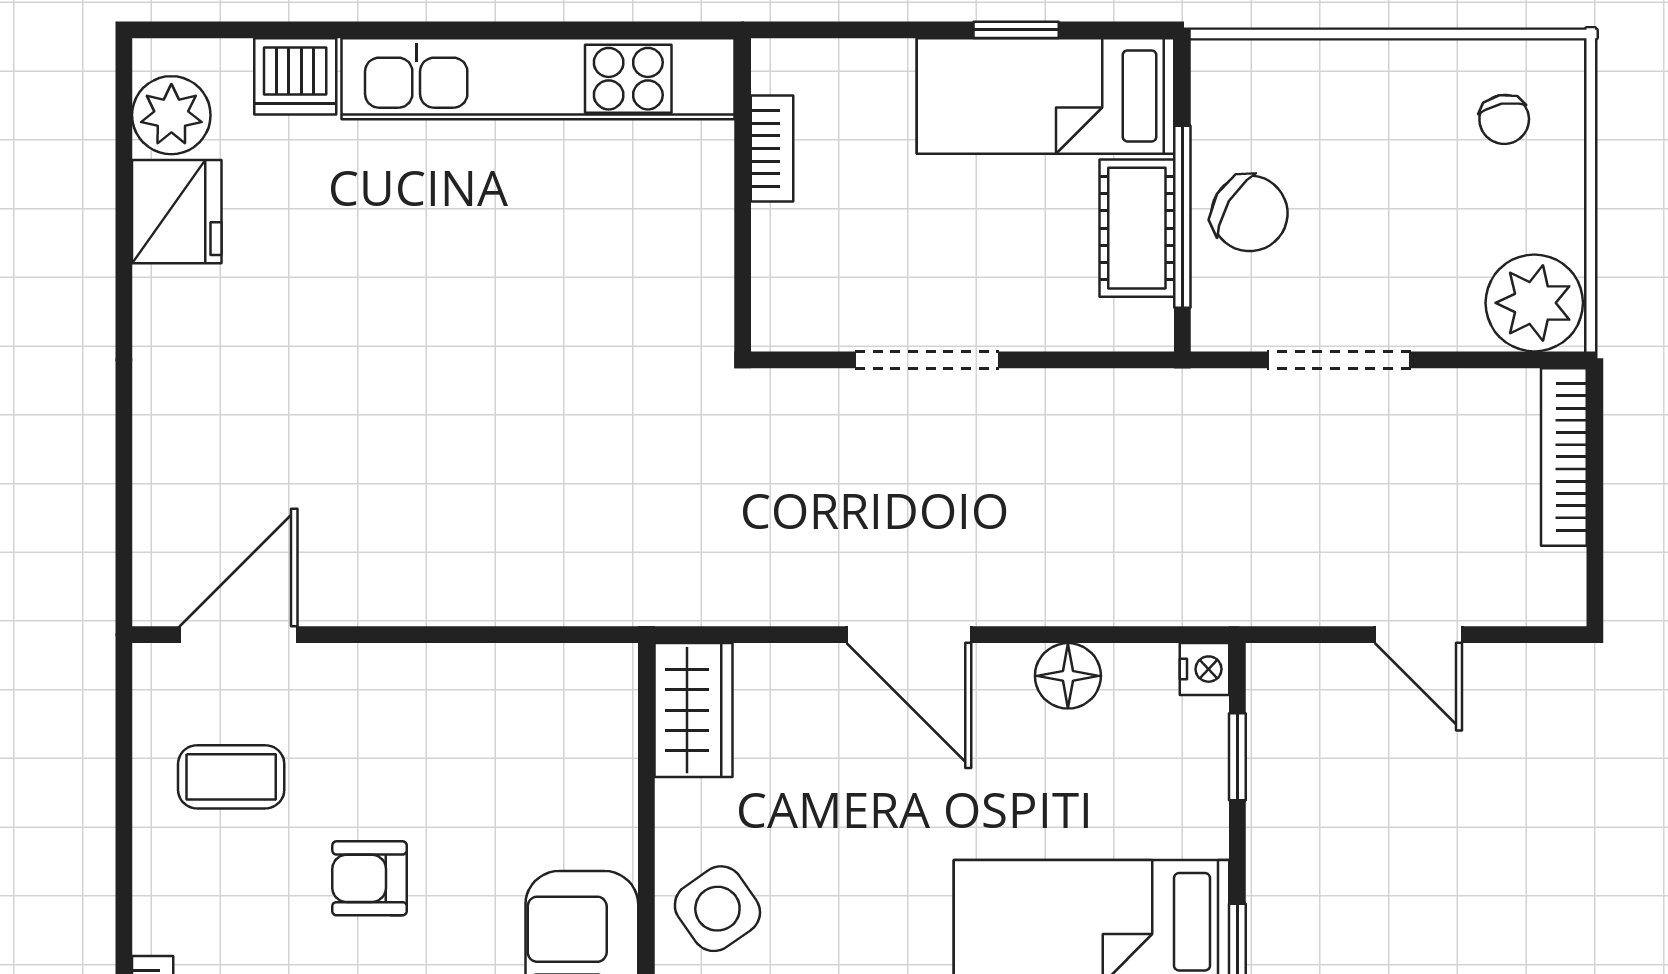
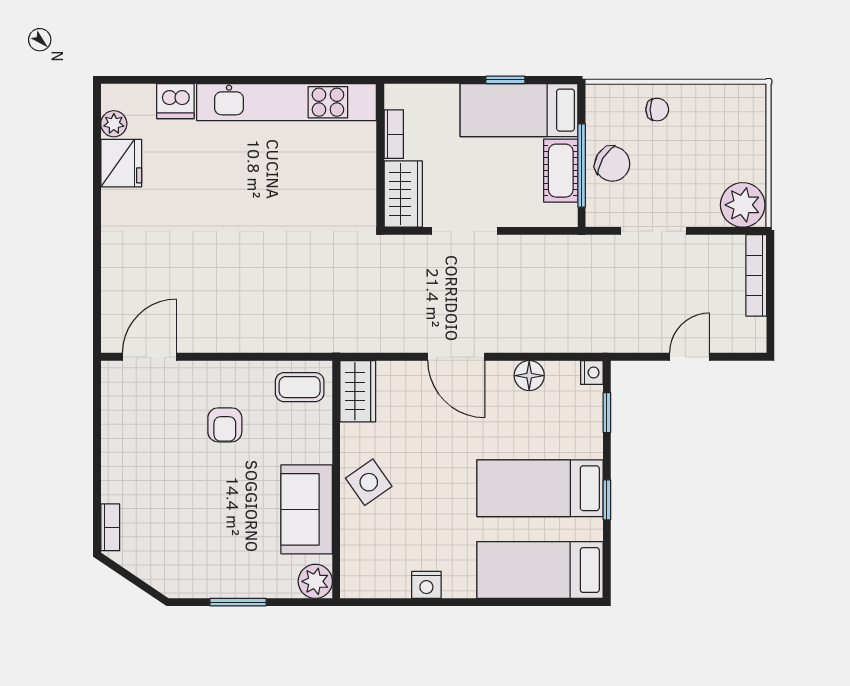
plant: (171, 115) -> (114, 124), width x0.73, depth x0.73
chair: (1504, 119) -> (657, 110), moved, turned -79
wardrobe: (793, 279) -> (403, 194), added
door: (1418, 635) -> (690, 357), swing flipped
coffee table: (231, 777) -> (300, 387), moved
armchair: (370, 878) -> (225, 425), moved, turned -90

